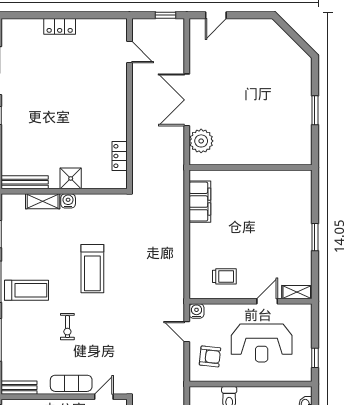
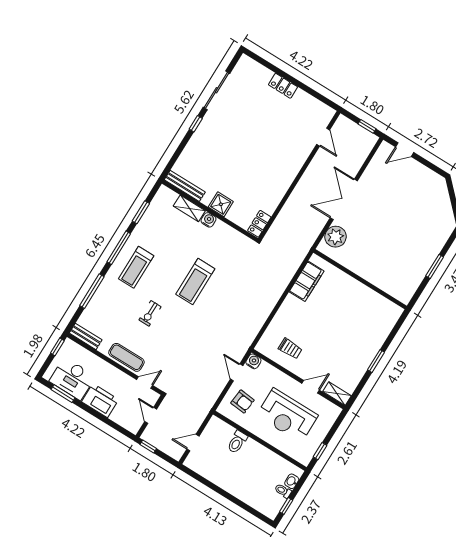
locker: (120, 156) -> (259, 224), moved
treadmill: (26, 290) -> (136, 267), turned 90

